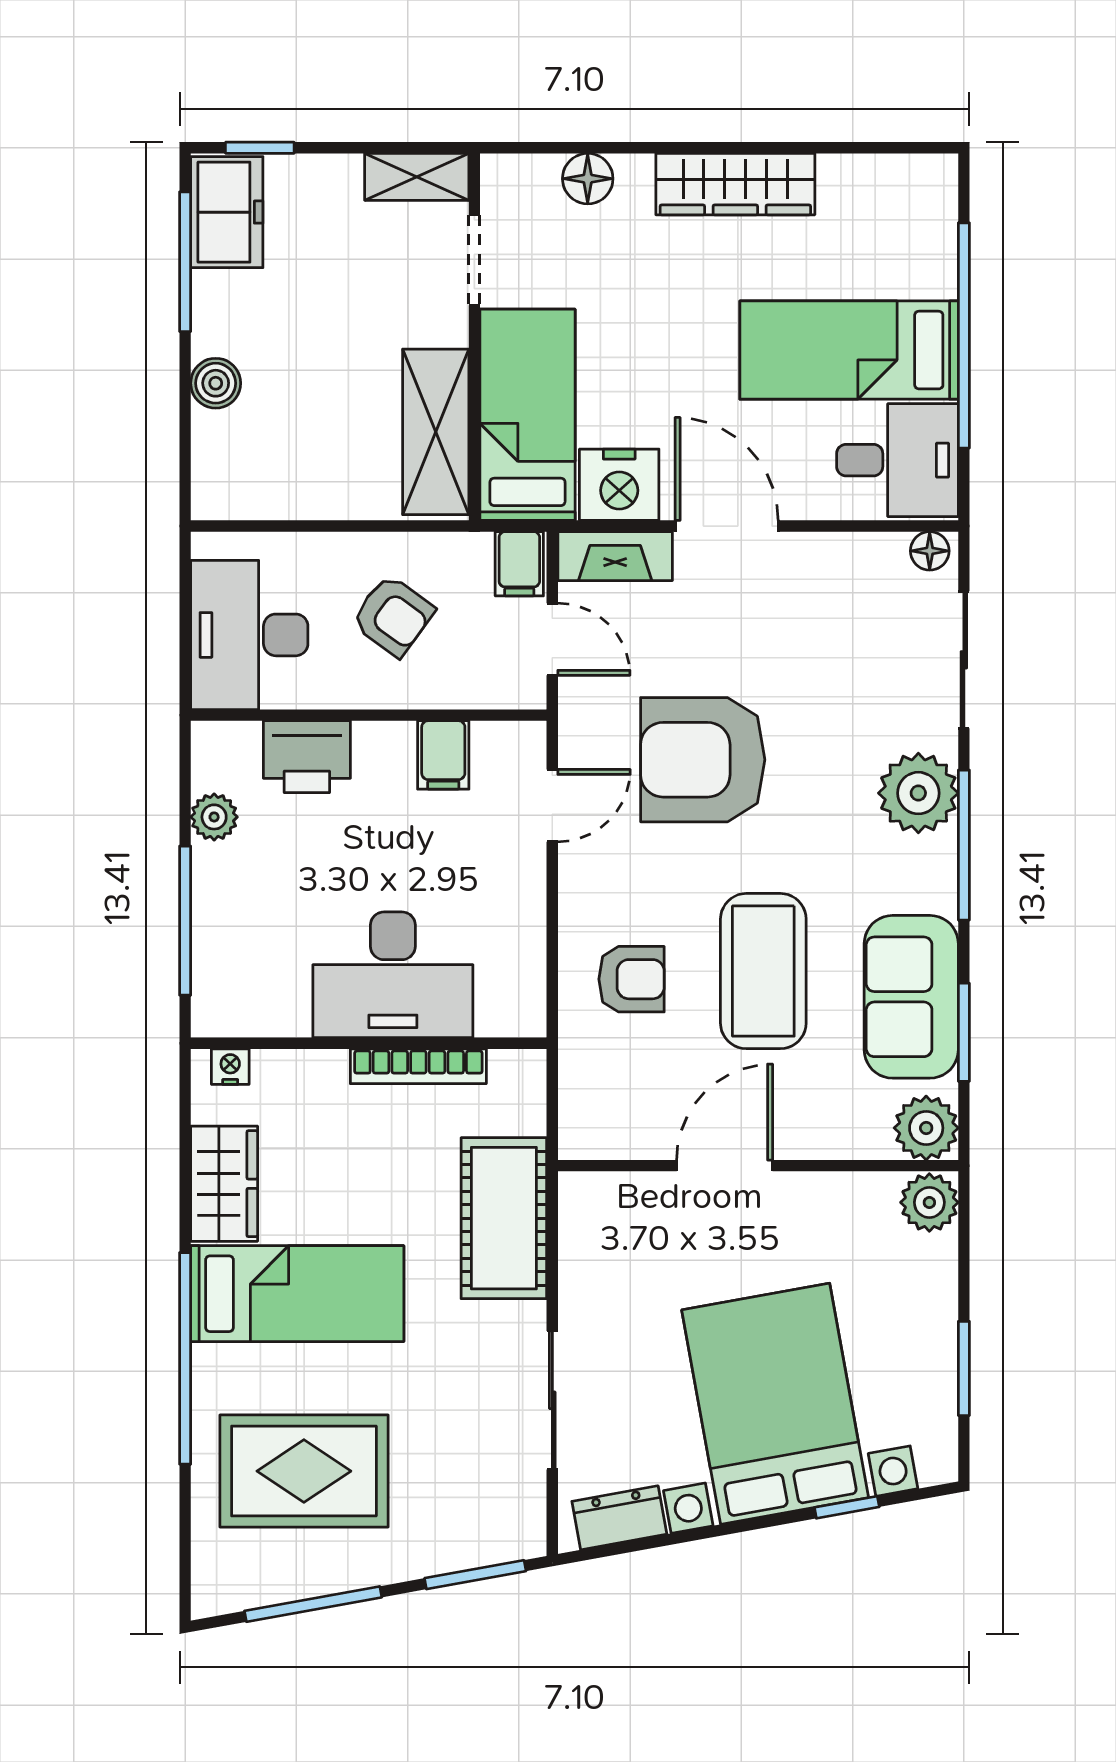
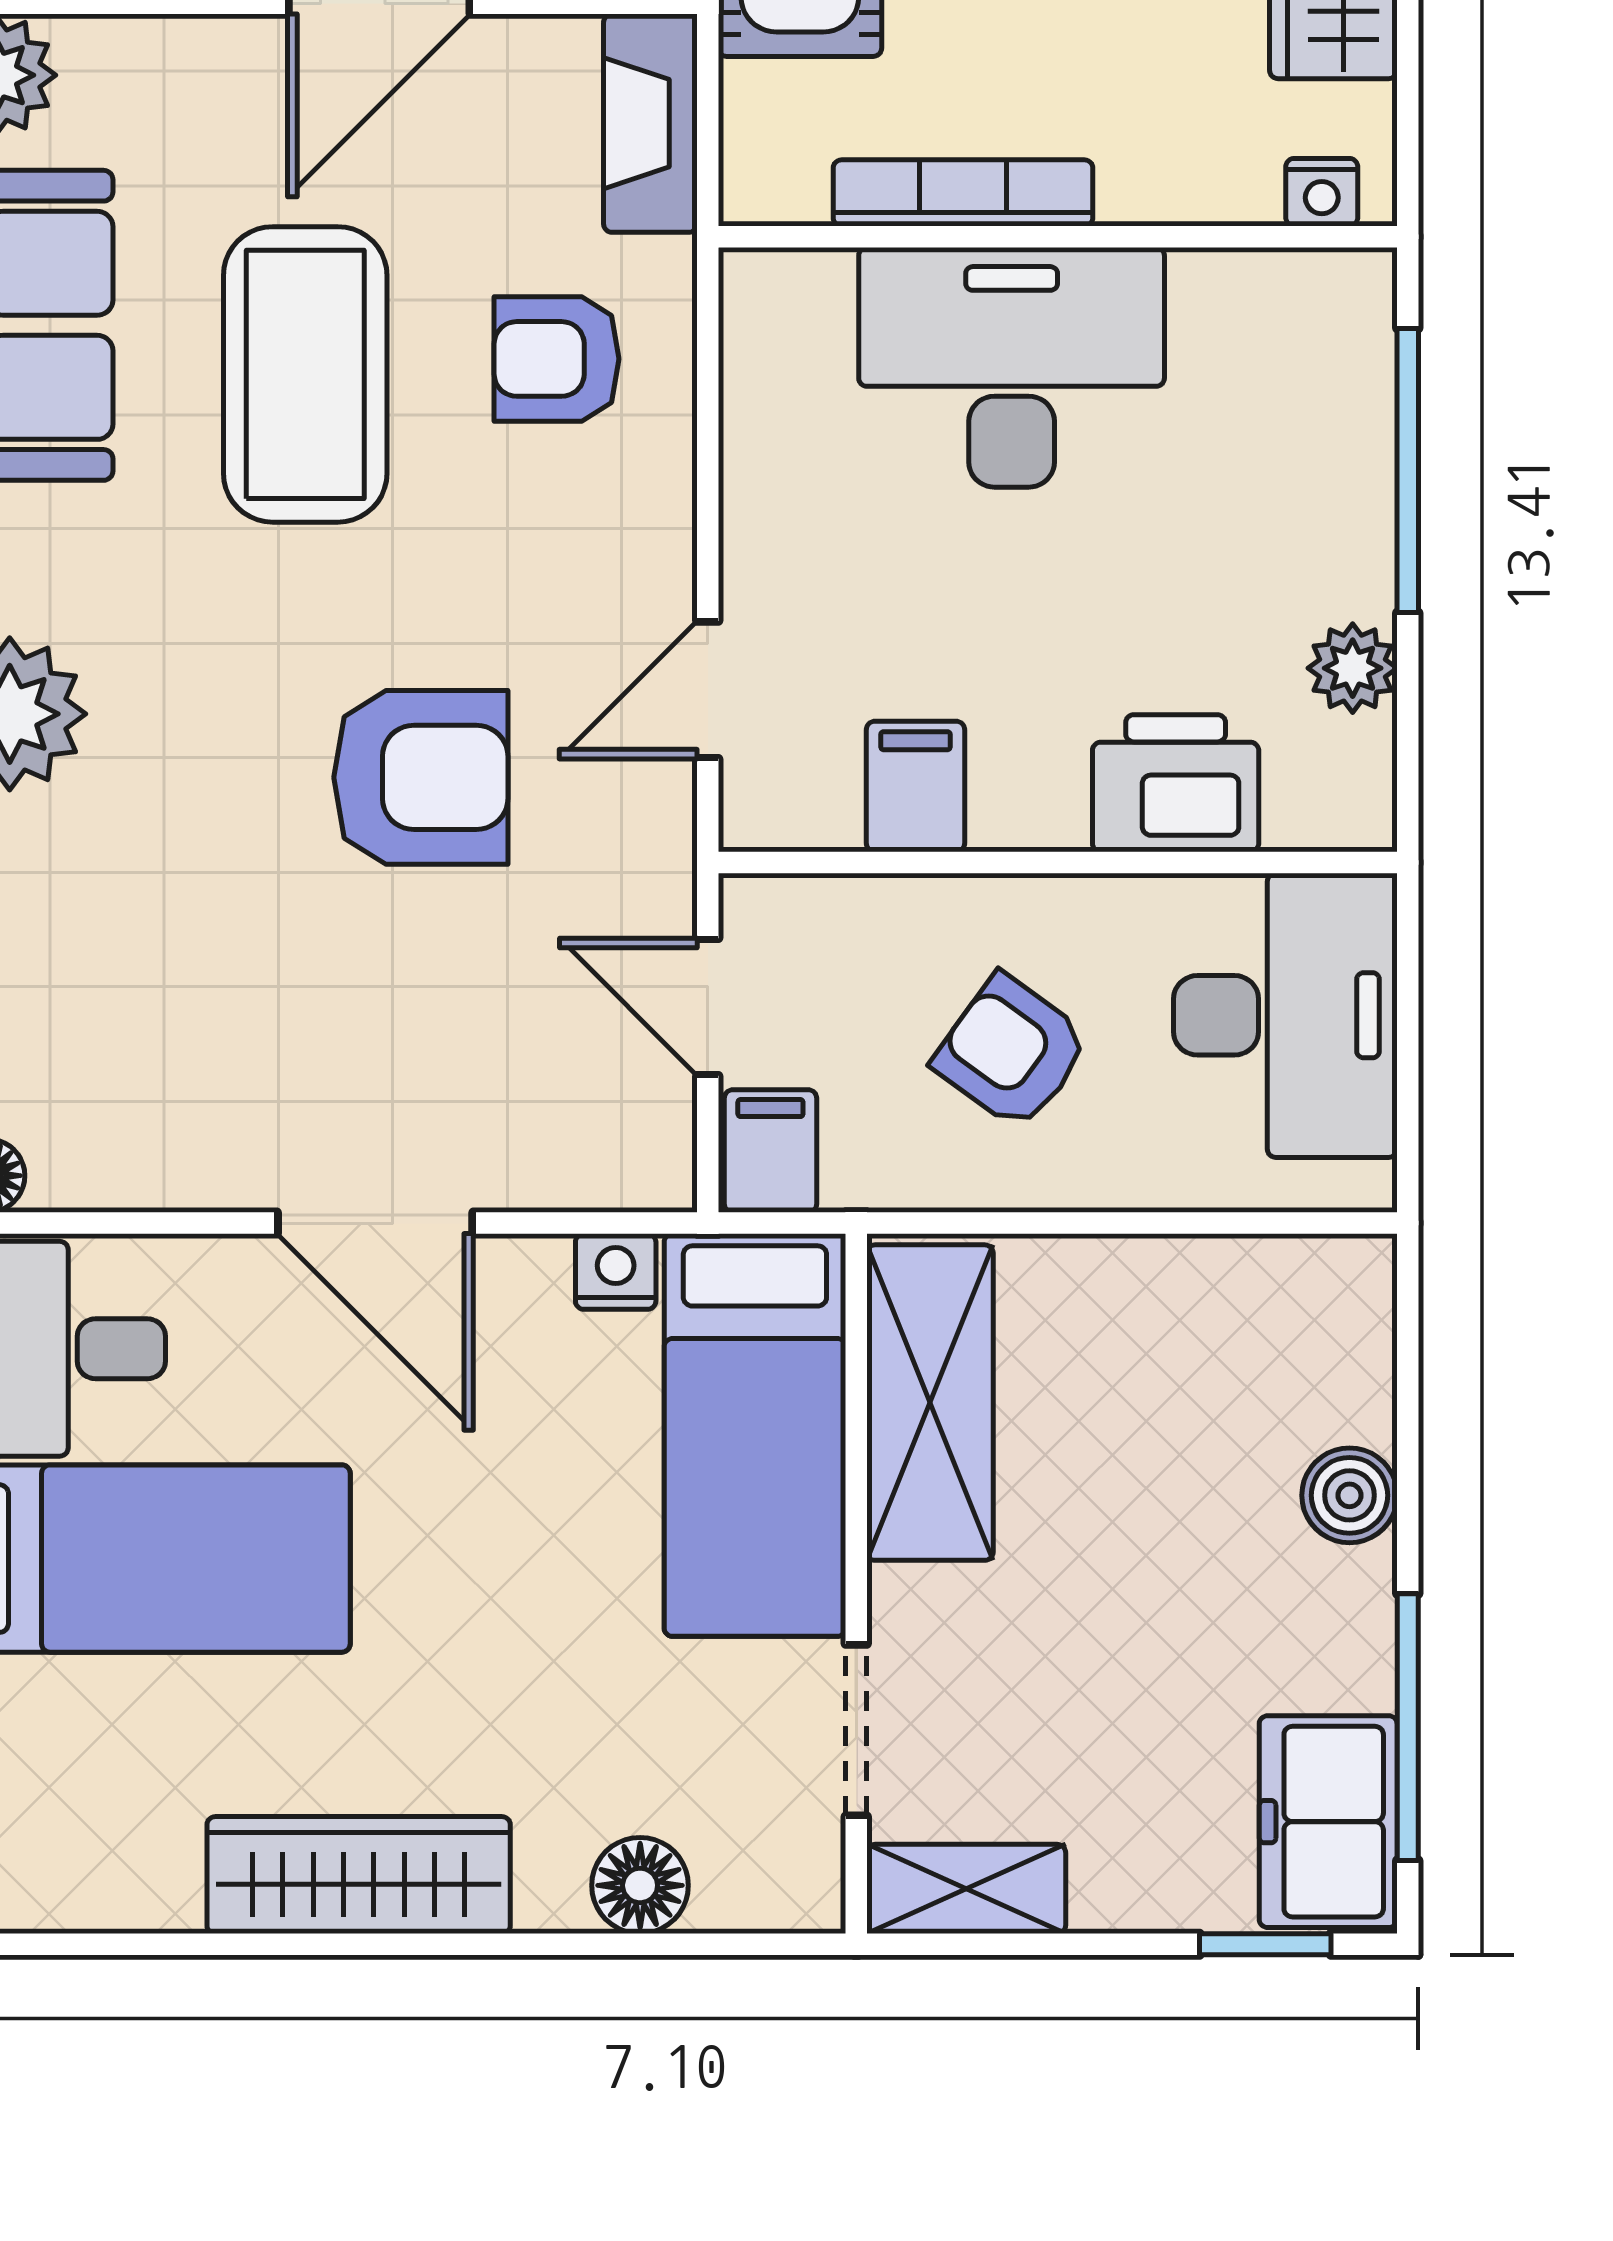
nightstand: (619, 485) -> (616, 1272), width x0.53, depth x0.56
fireplace: (615, 556) -> (650, 123), moved, turned -90
armchair: (703, 760) -> (421, 777), width x0.73, depth x0.73

